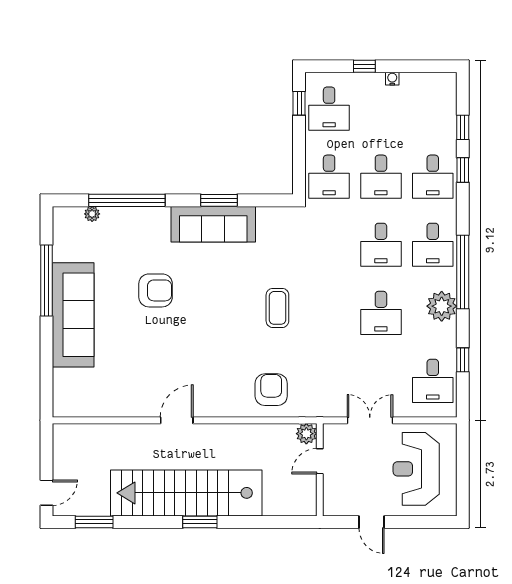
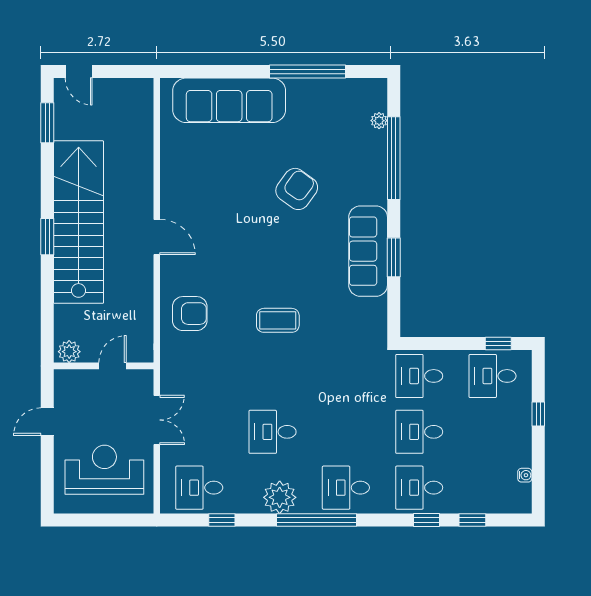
water cooler: (392, 79) -> (525, 475), moved
desk: (381, 245) -> (346, 432), removed
armchair: (156, 290) -> (297, 189), turned -144
sofa: (73, 315) -> (229, 100), moved
door: (177, 420) -> (157, 237), moved
plant: (306, 434) -> (69, 352), moved
door: (320, 461) -> (113, 366), hinge flipped

